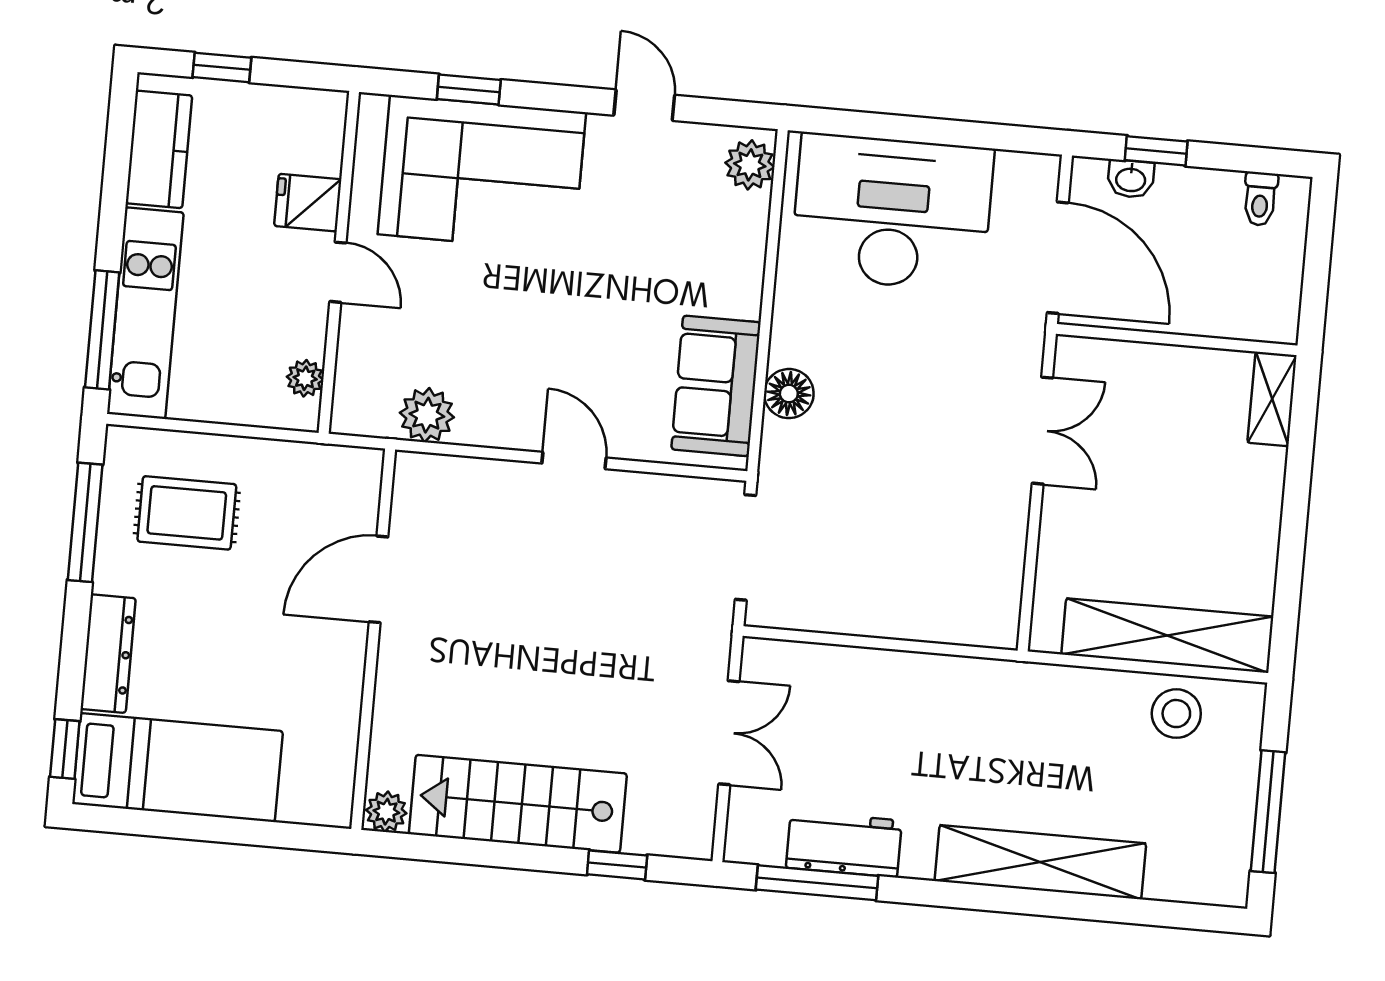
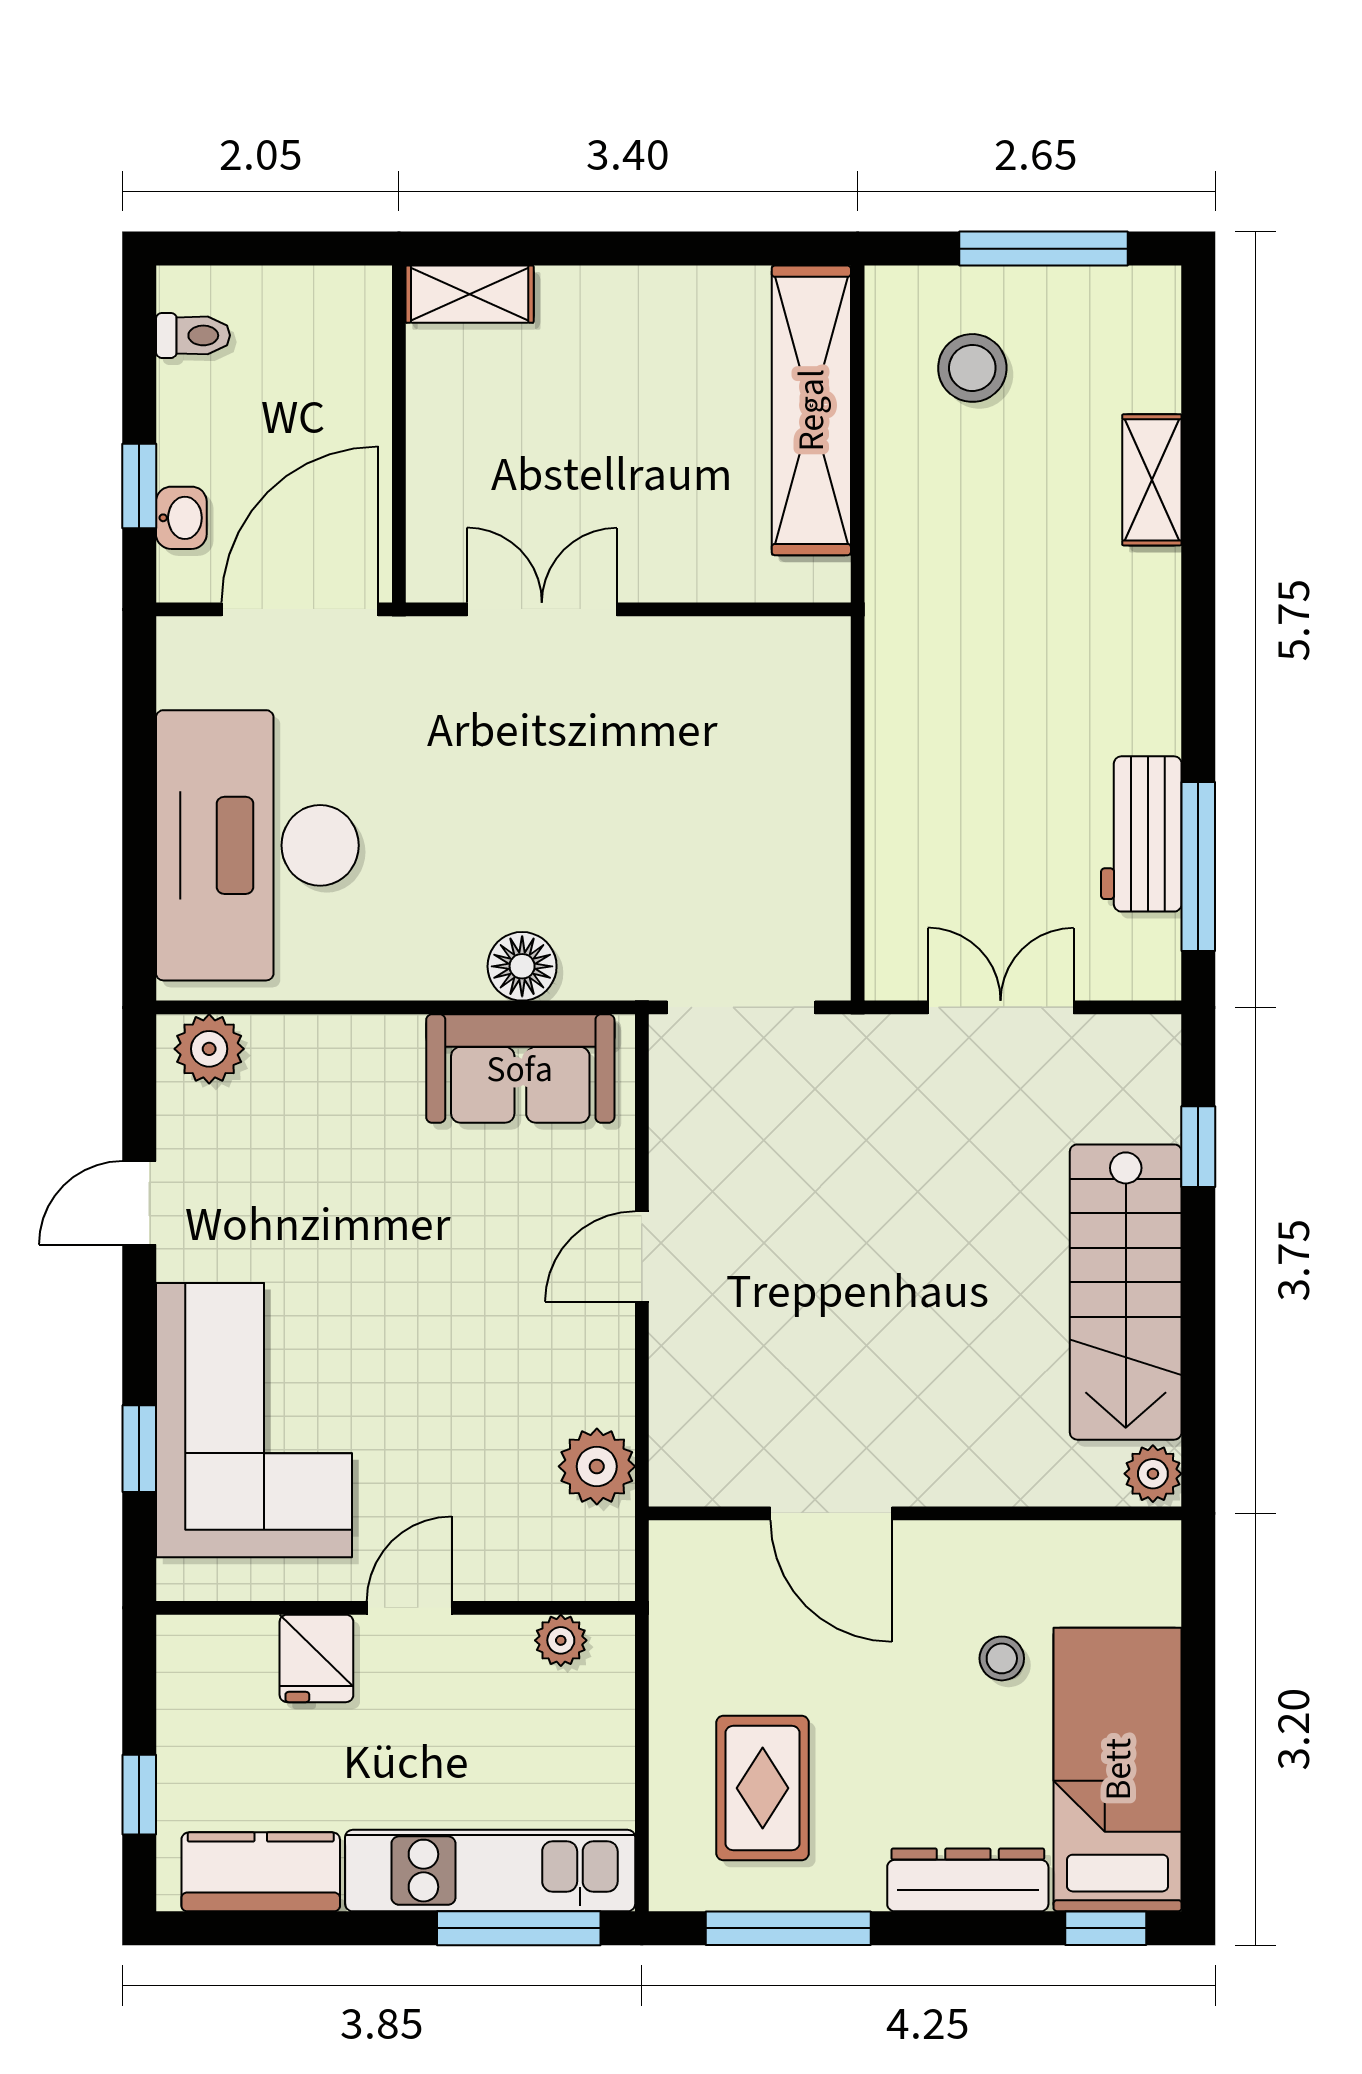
stool: (264, 692) -> (1002, 1658), added
stool: (1176, 714) -> (972, 368), moved
shelving: (1040, 862) -> (1152, 480), width x0.45, depth x0.75

